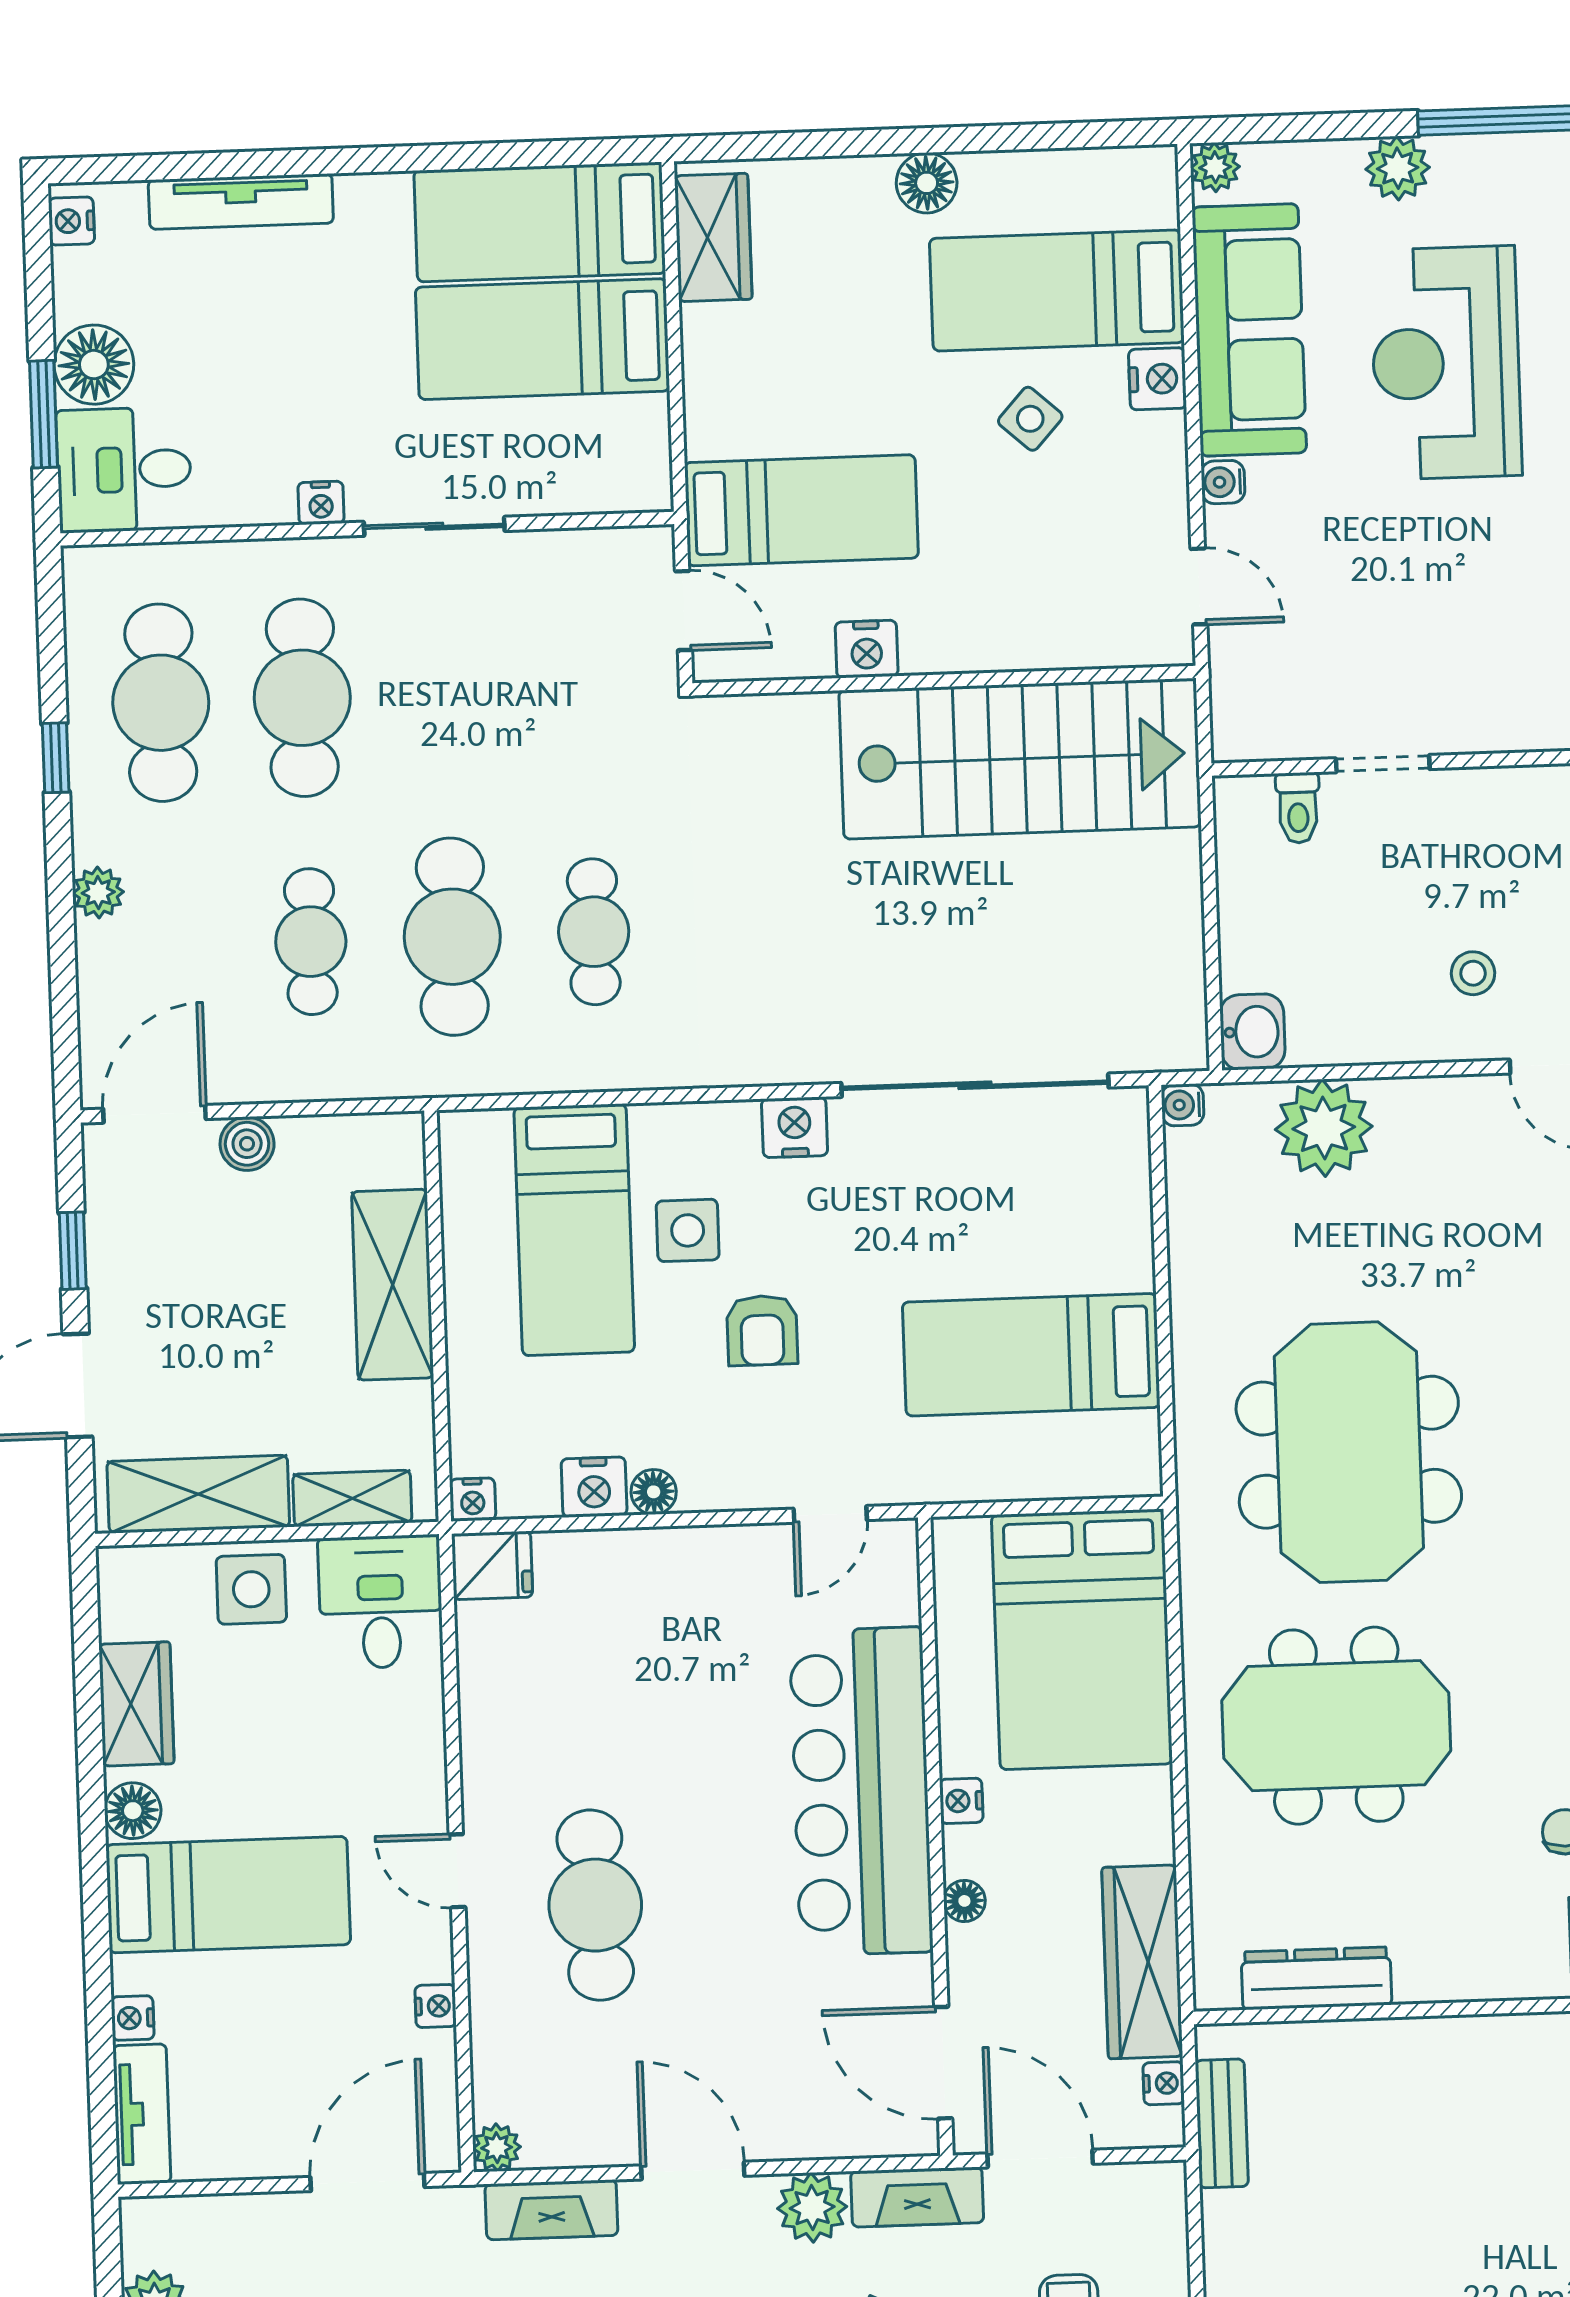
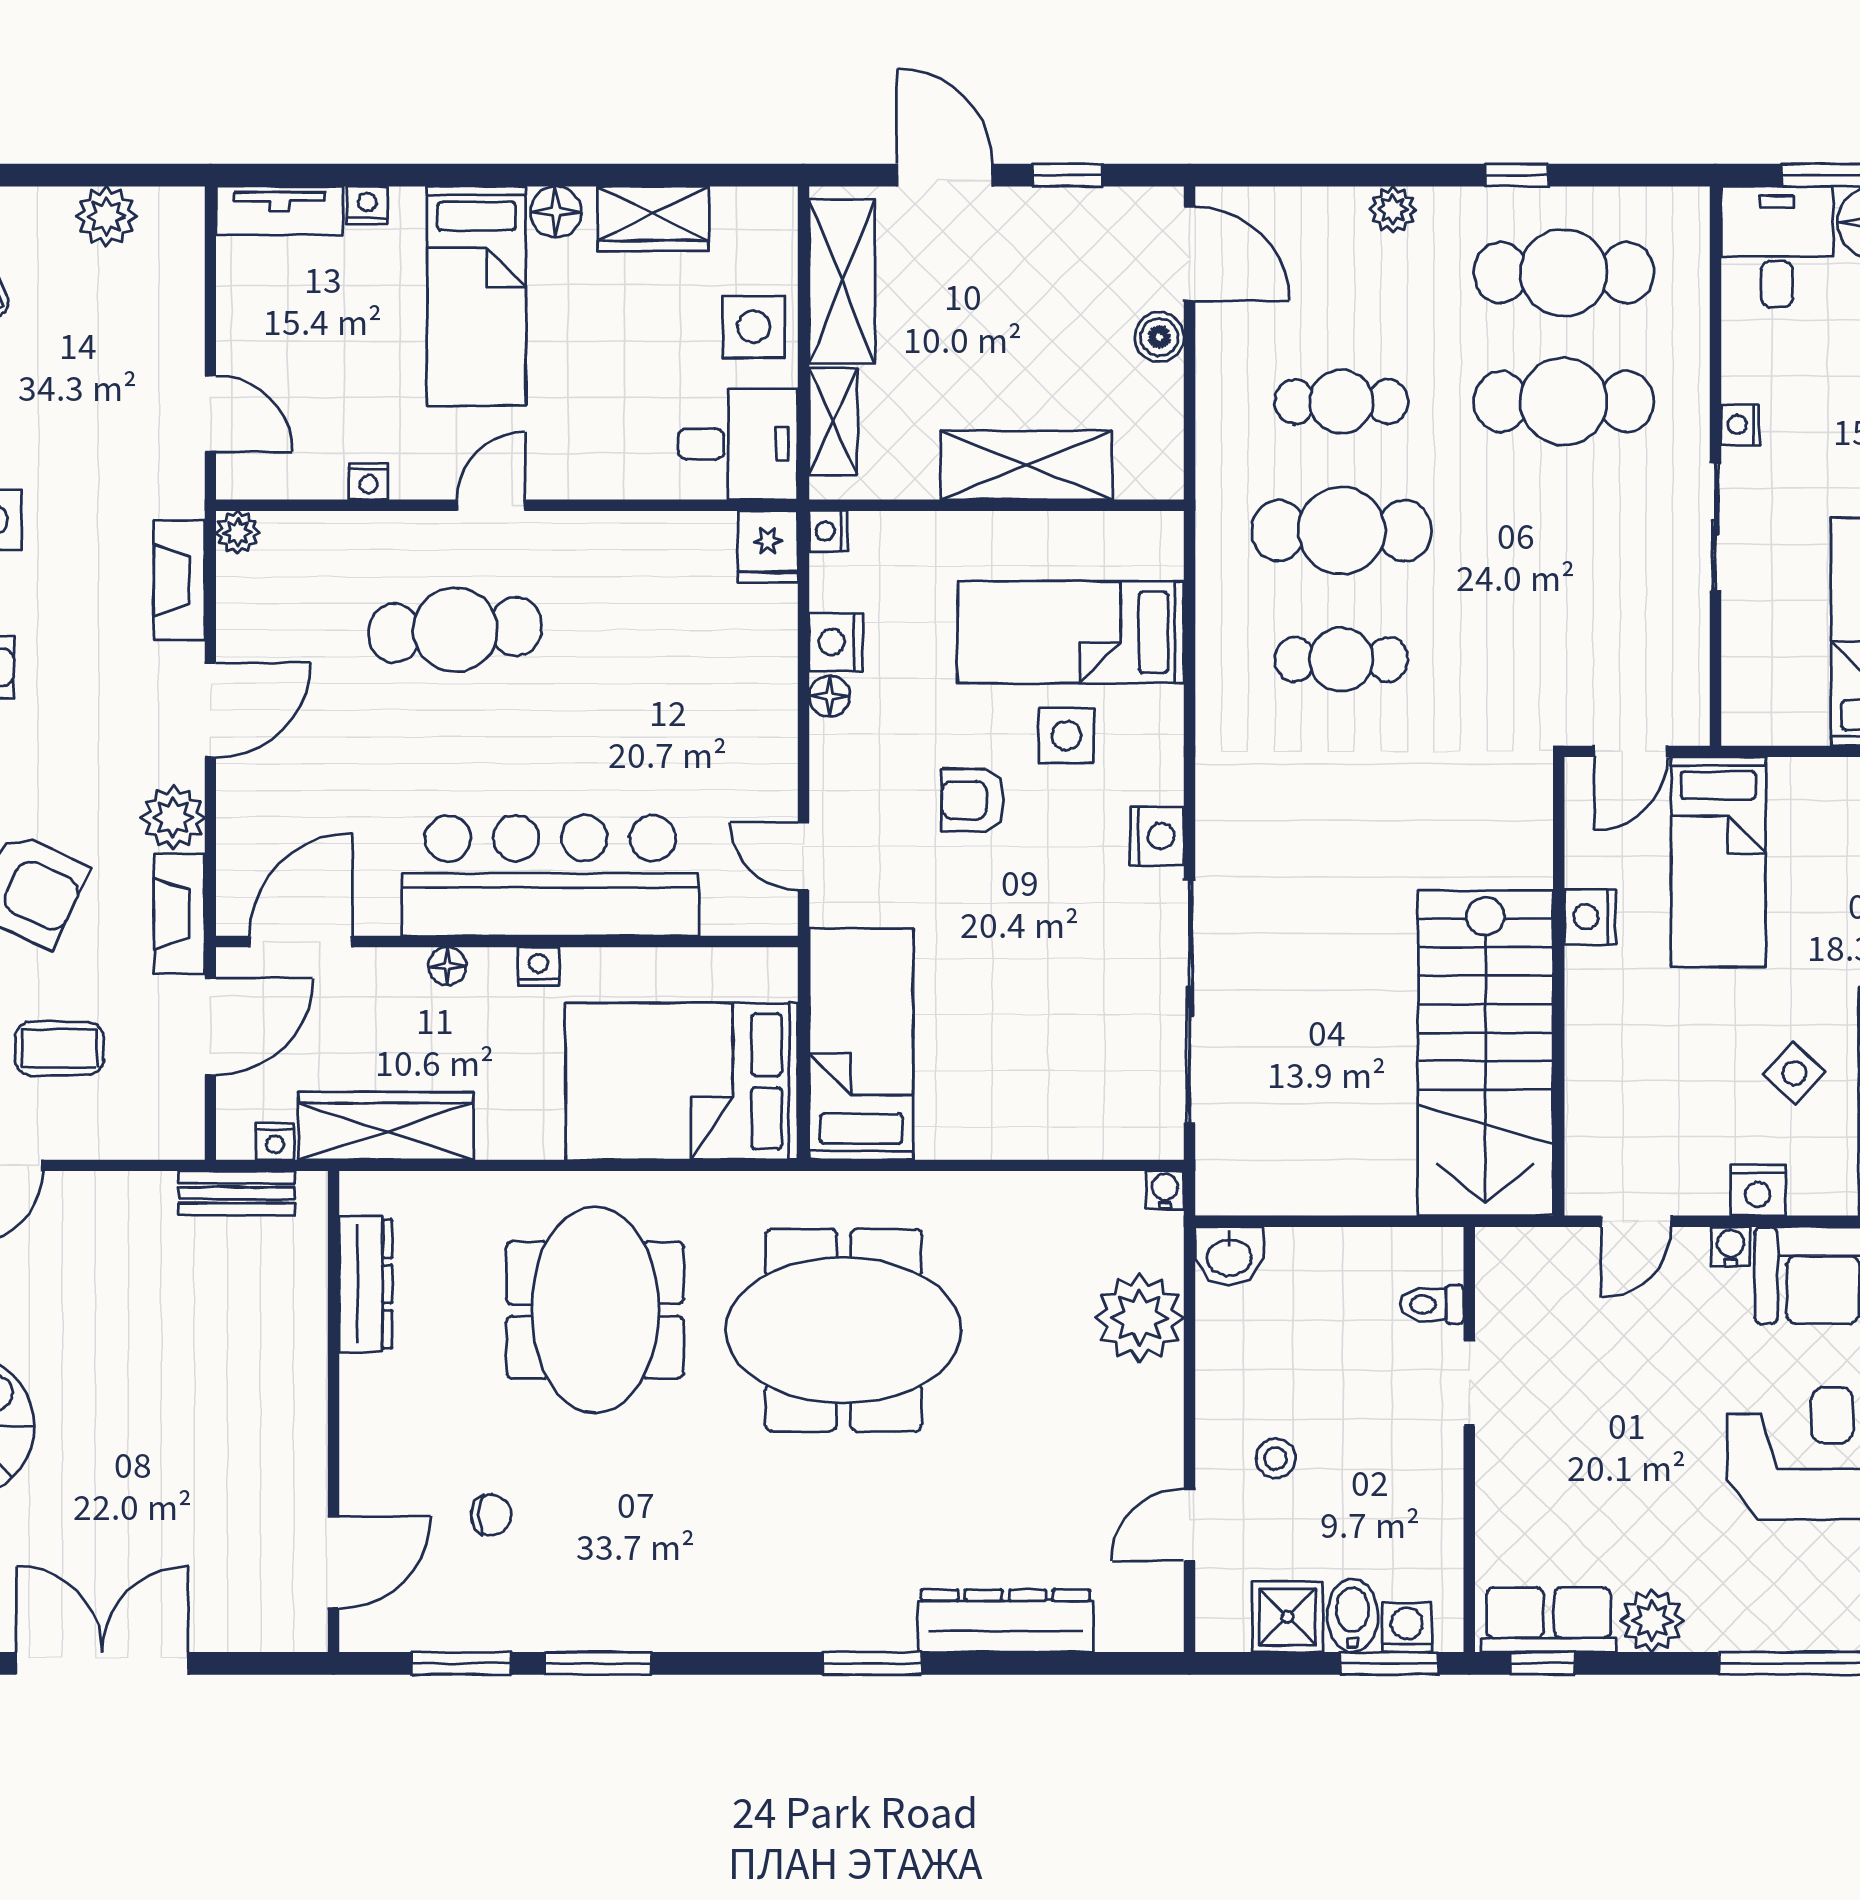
nightstand: (1158, 379) -> (1758, 1190), moved
bed: (1031, 1355) -> (861, 1044), moved
door: (367, 2182) -> (210, 414), width x0.73

